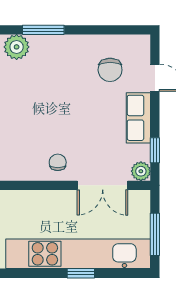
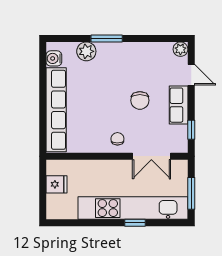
chair: (110, 70) -> (140, 100), moved
plant: (141, 171) -> (180, 49), moved

